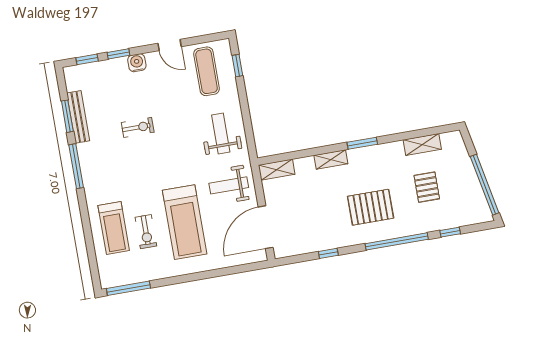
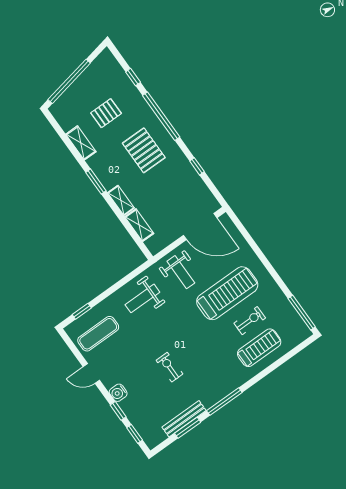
door: (170, 45) -> (91, 373), swing flipped
shelving: (422, 145) -> (81, 143), moved
shelving: (277, 170) -> (139, 225), moved
window: (485, 185) -> (69, 81), moved

